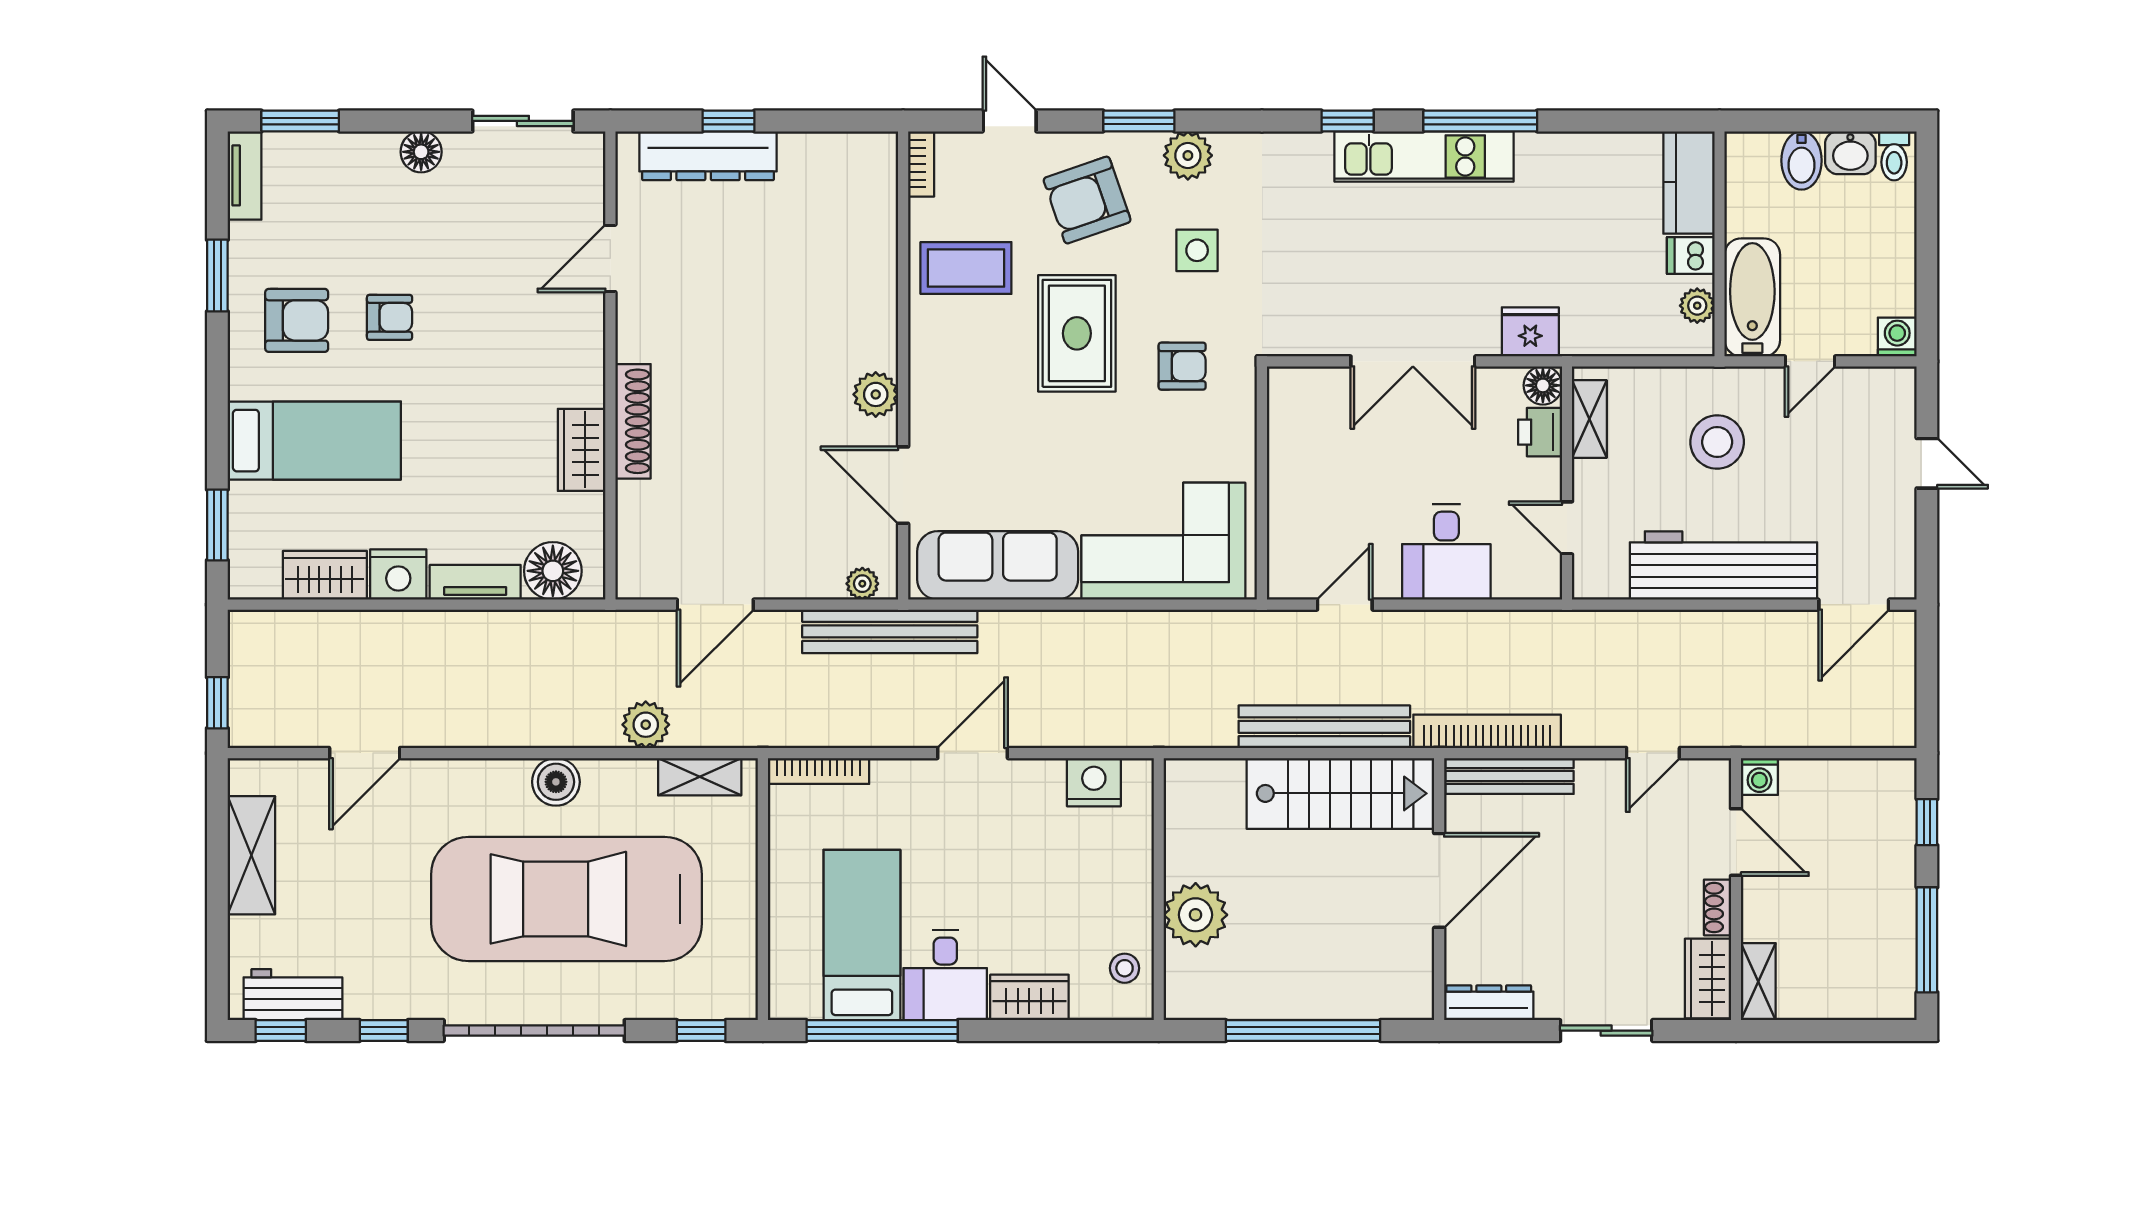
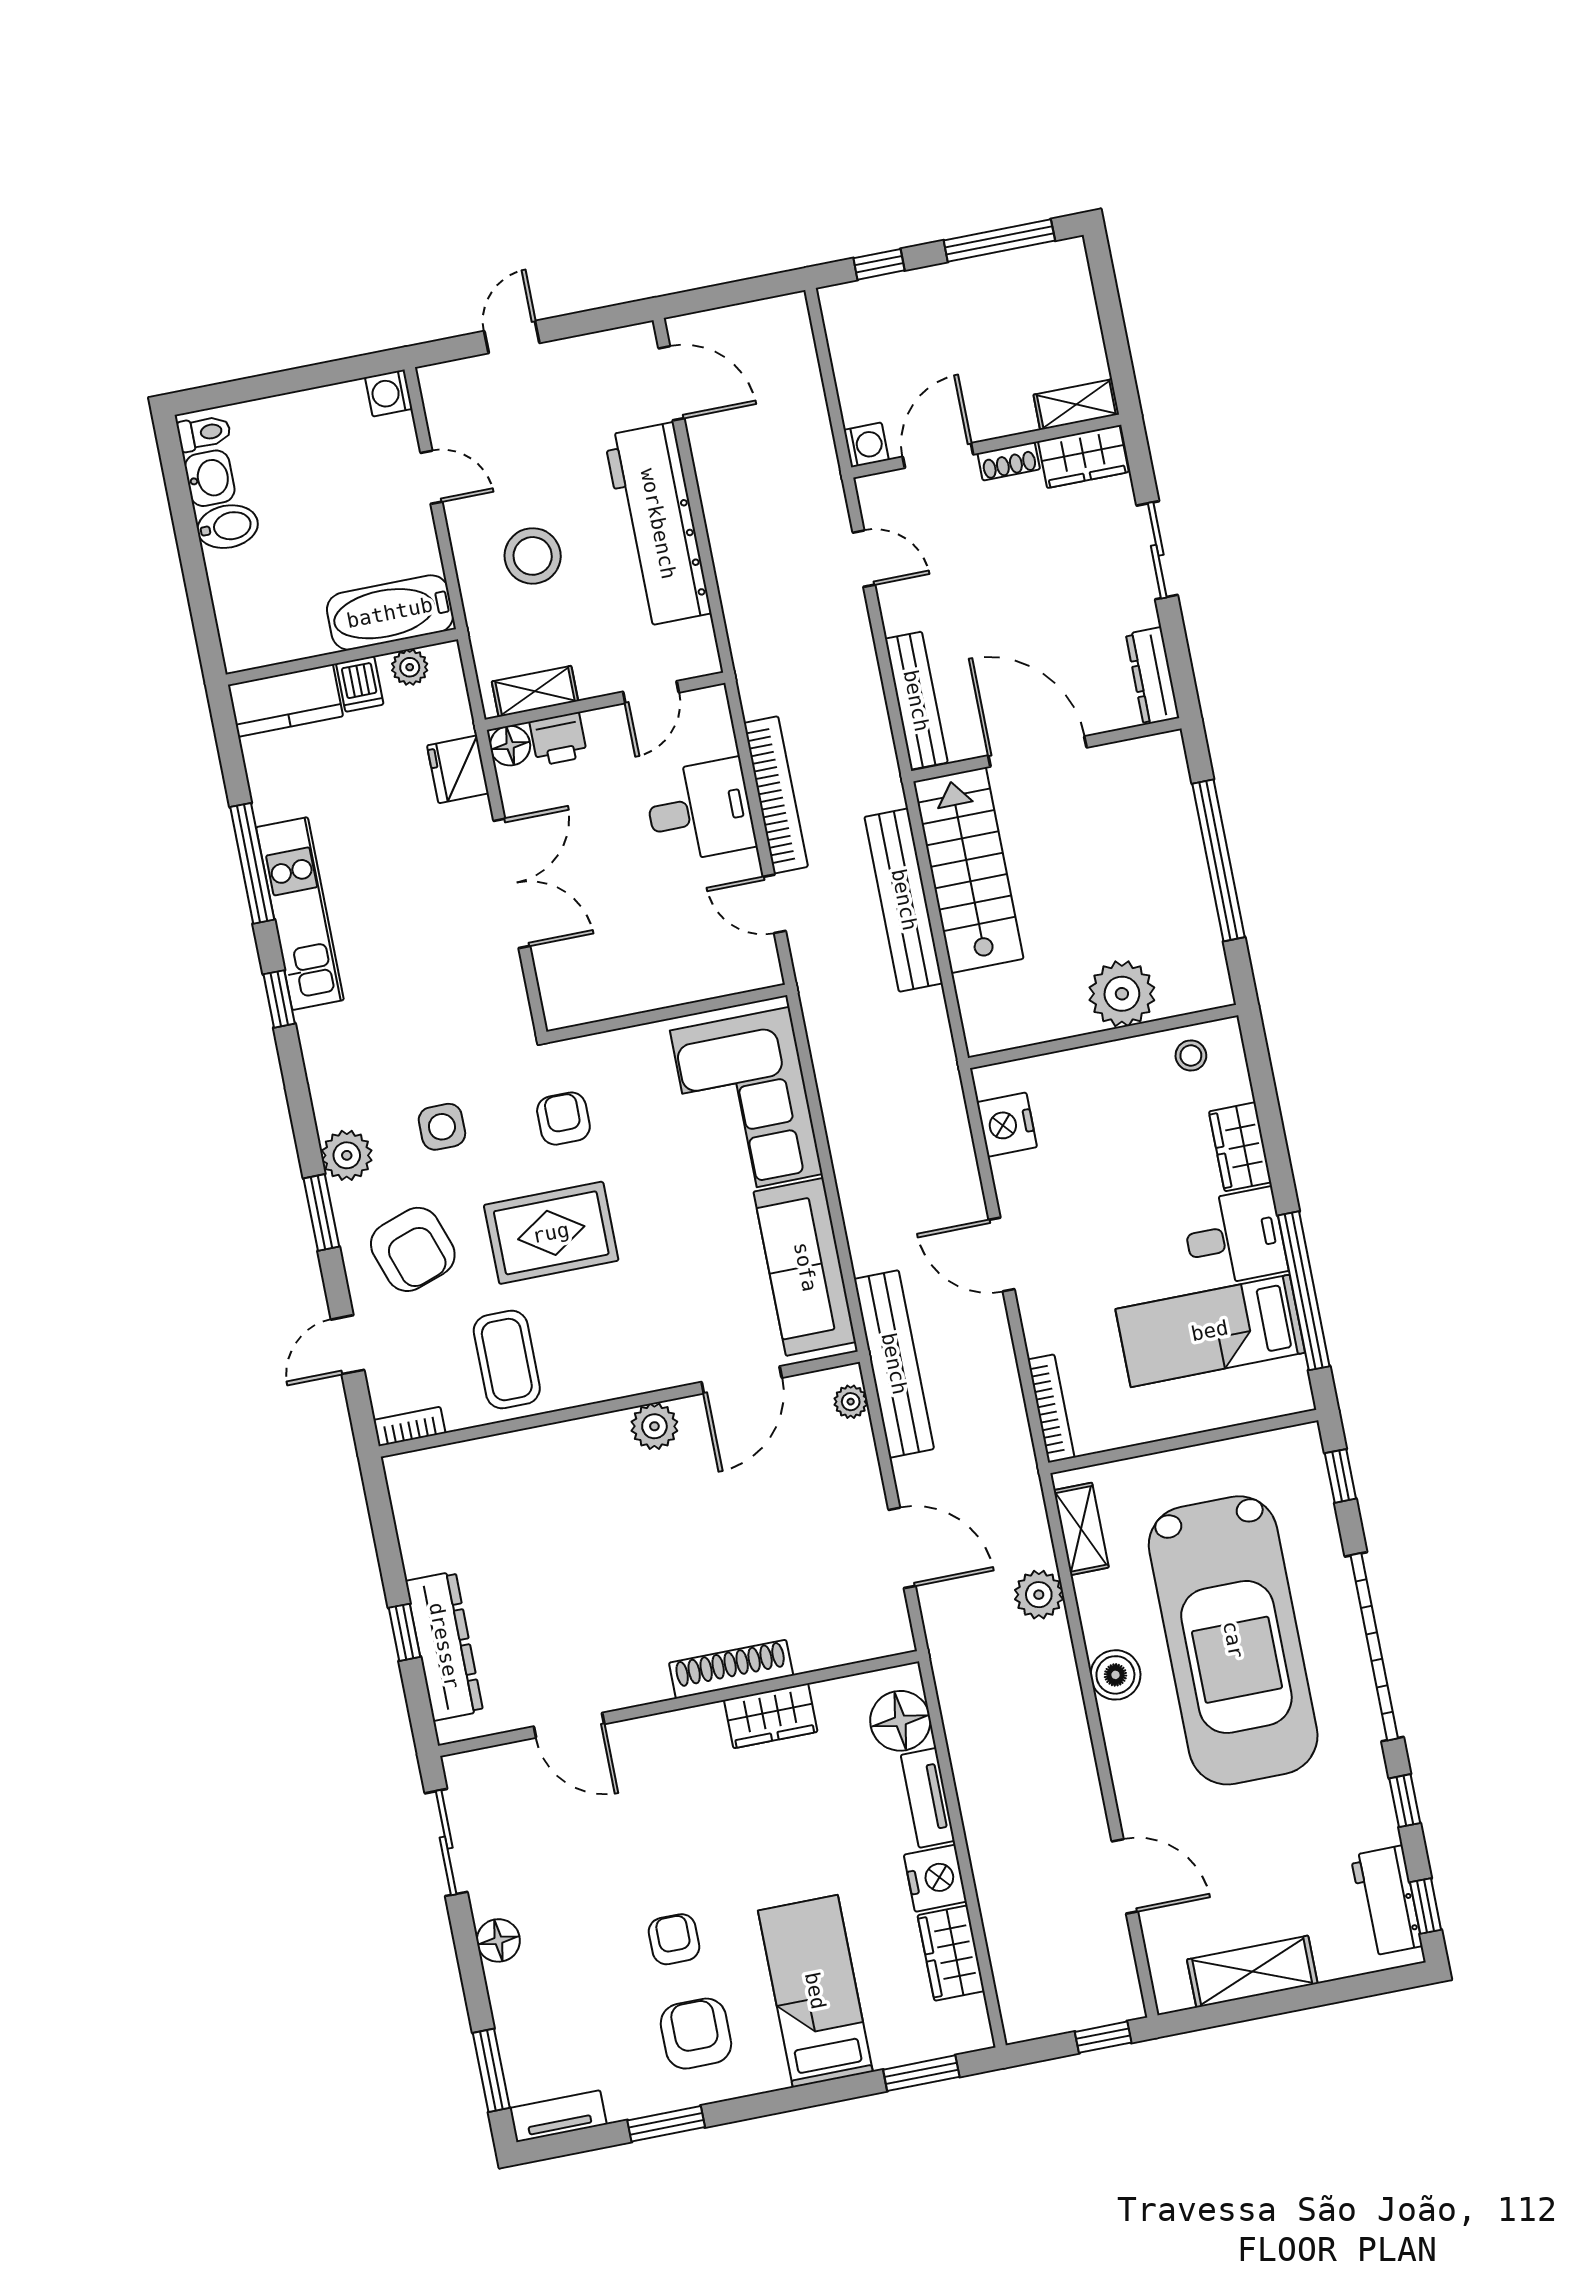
kitchen counter: (1689, 182) -> (285, 701), moved
wall: (1720, 244) -> (342, 657), moved
dishwasher: (1691, 256) -> (360, 684), moved
bathtub: (1752, 297) -> (390, 613), moved
plant: (1697, 306) -> (410, 667), moved
bookcase: (1487, 731) -> (776, 795), moved, turned 180

